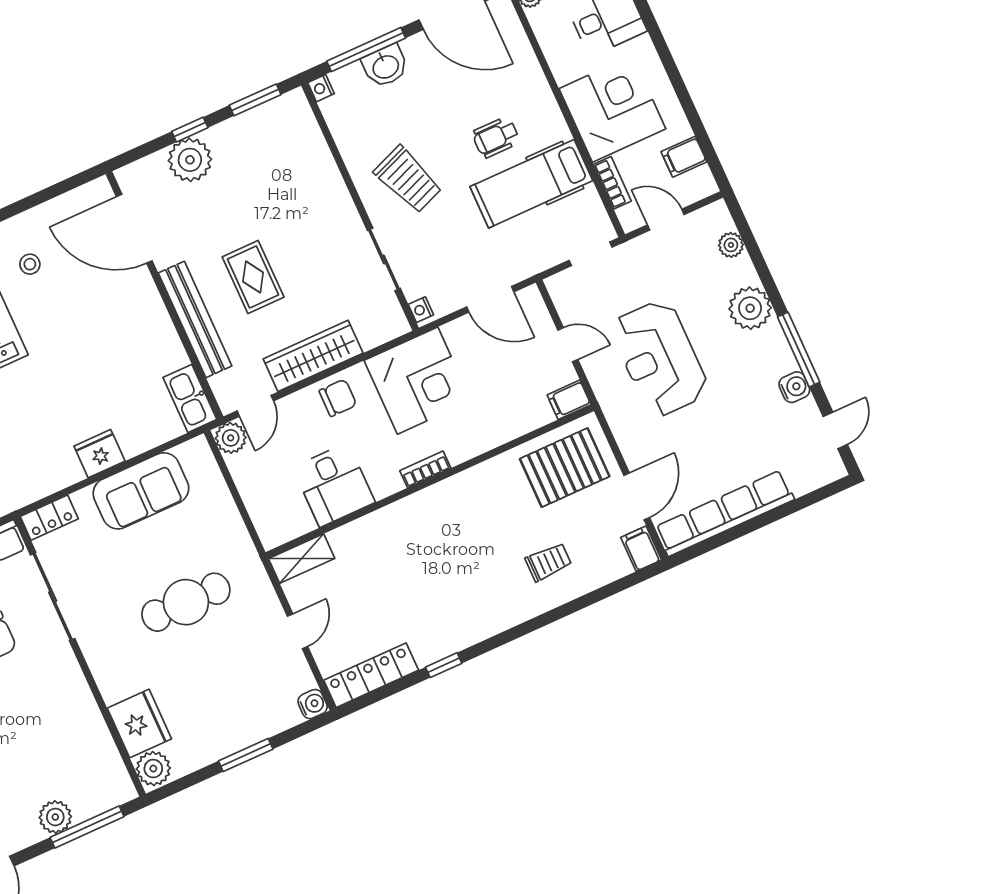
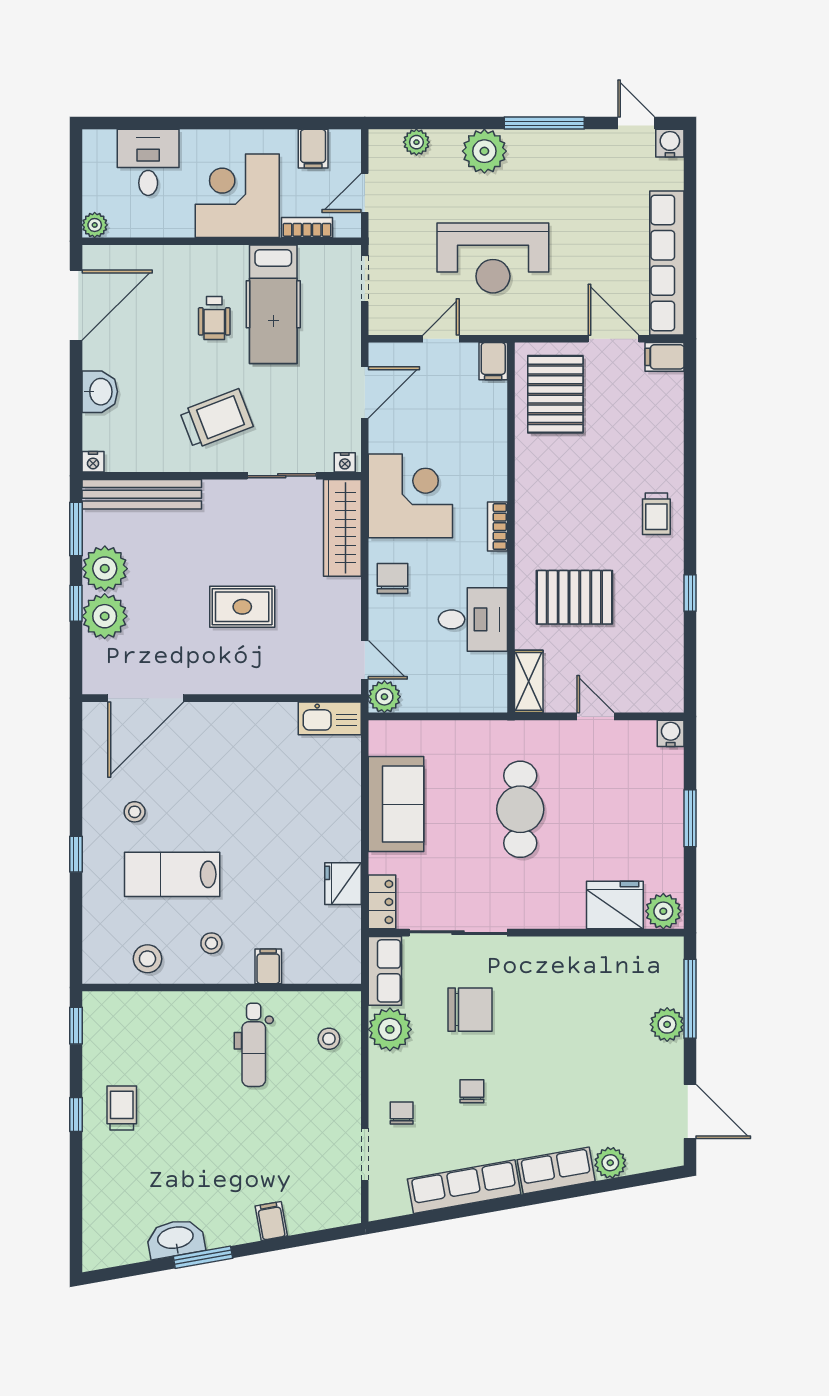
window: (366, 50) -> (76, 403), removed
plant: (232, 141) -> (105, 569), added
bench: (195, 319) -> (142, 494), moved
wardrobe: (313, 356) -> (342, 528), moved
water cooler: (794, 387) -> (670, 143), moved
fridge: (99, 454) -> (343, 884), moved
trolley: (548, 562) -> (656, 514), moved, turned 180
pallet: (394, 565) -> (574, 597), added
locker: (371, 675) -> (668, 666), removed

